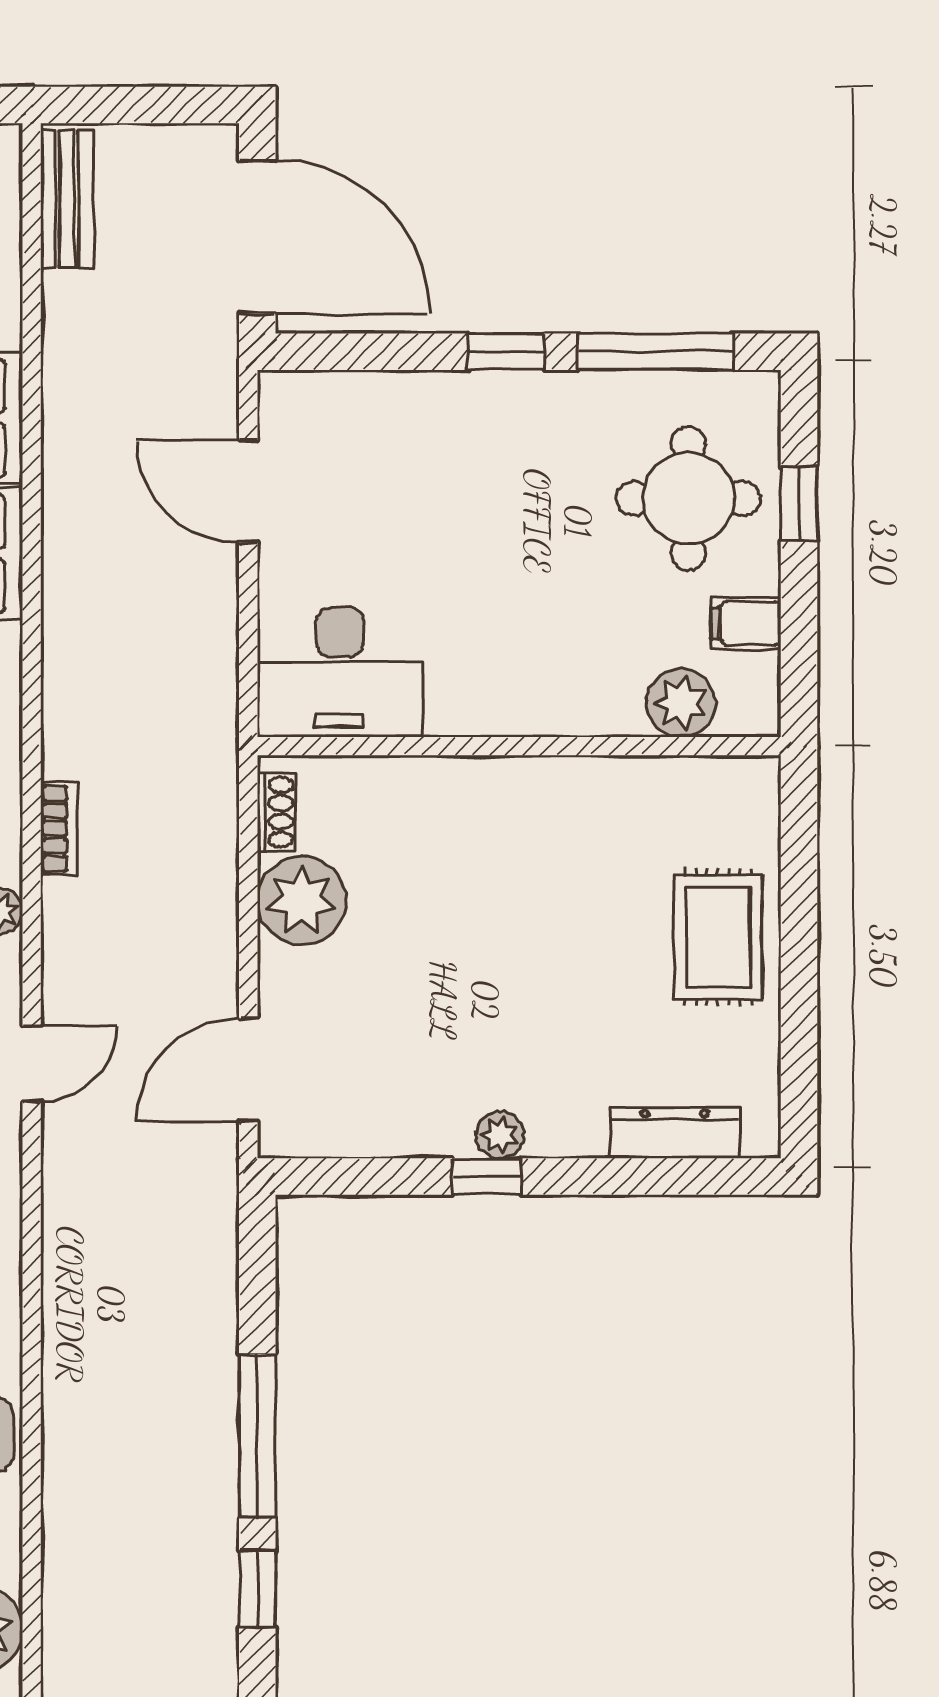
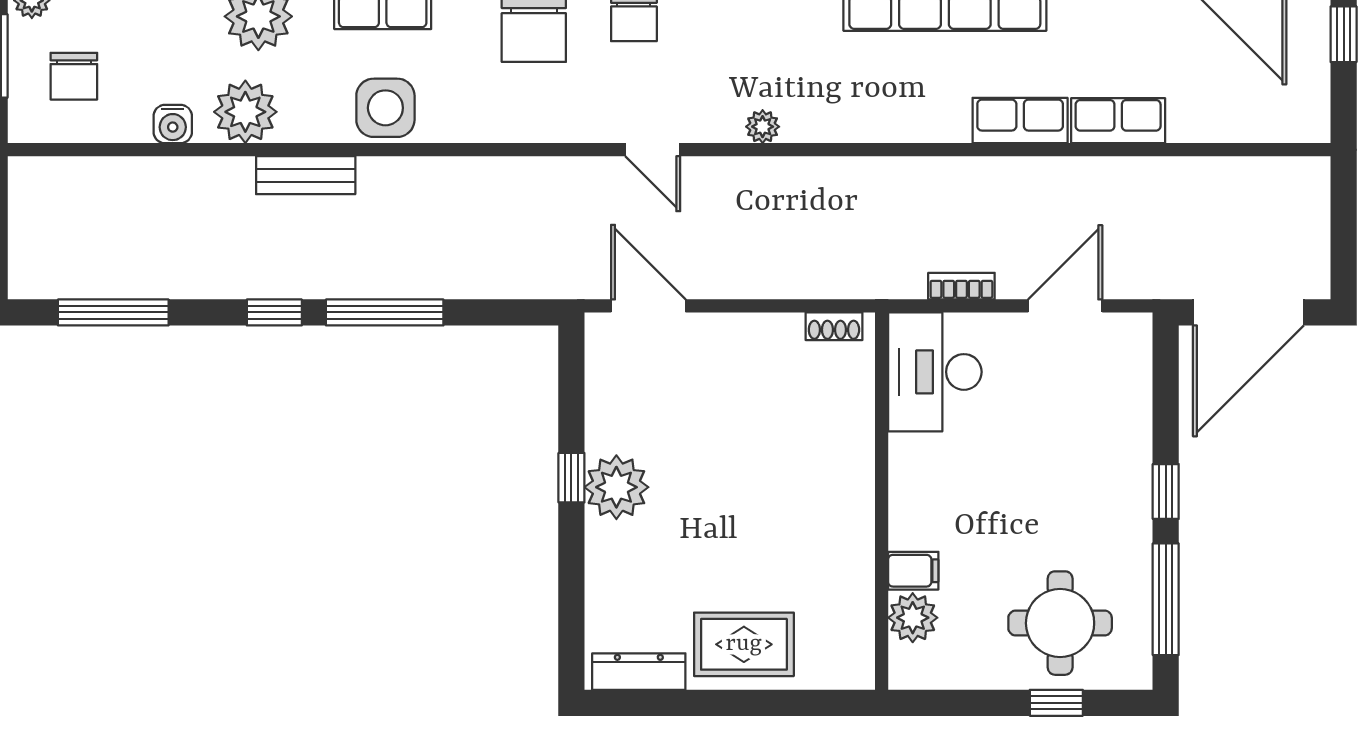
bench: (67, 199) -> (306, 175), moved
filing cabinet: (746, 624) -> (913, 571), moved, turned 90
bookcase: (59, 828) -> (961, 286), moved, turned 180
plant: (301, 901) -> (770, 344), removed
dresser: (675, 1133) -> (639, 672), moved, turned -90
plant: (500, 1135) -> (616, 487), width x1.88, depth x1.88

